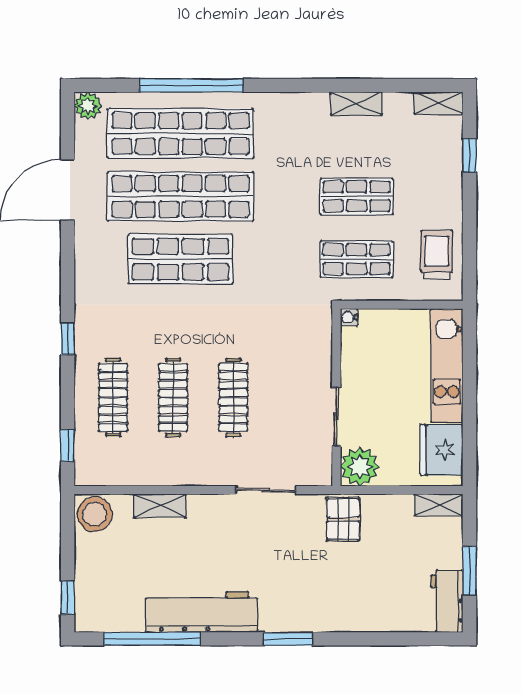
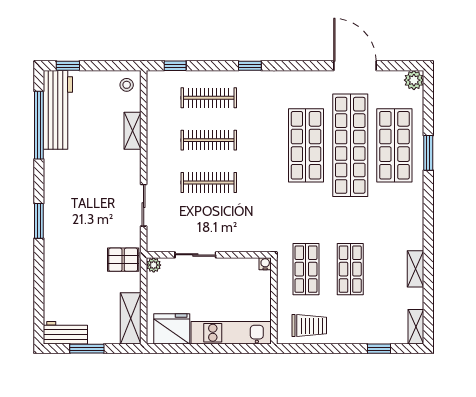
window: (191, 85) -> (428, 153), width x0.47
shop shelf: (181, 134) -> (394, 145), width x0.71
plant: (360, 467) -> (154, 265), width x0.53, depth x0.53
shelving: (439, 505) -> (131, 318), width x1.50, depth x1.33
stool: (95, 514) -> (127, 85), width x0.53, depth x0.53
workbench: (201, 612) -> (58, 110), moved

